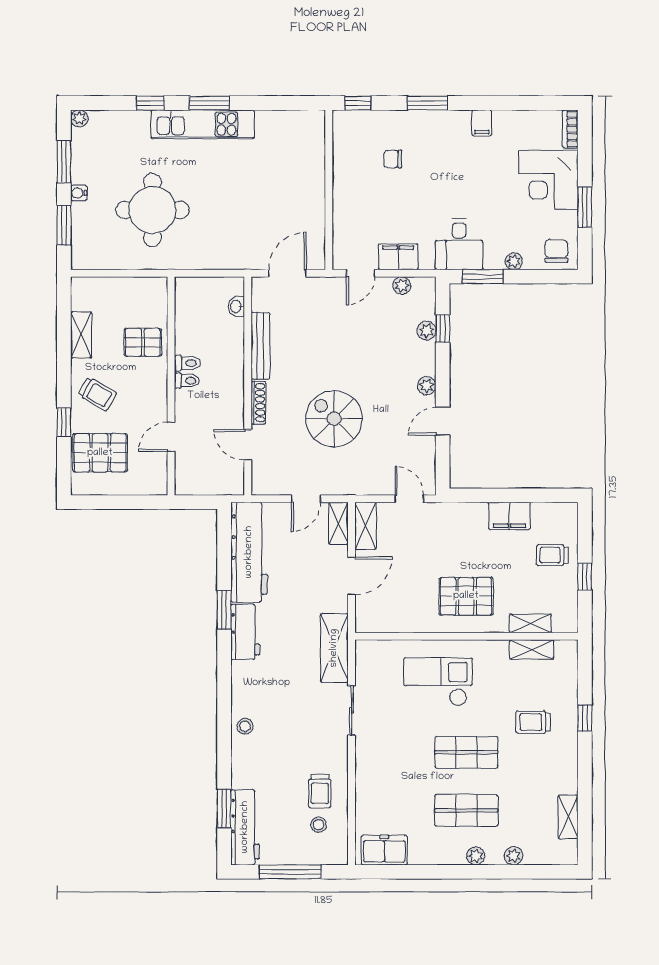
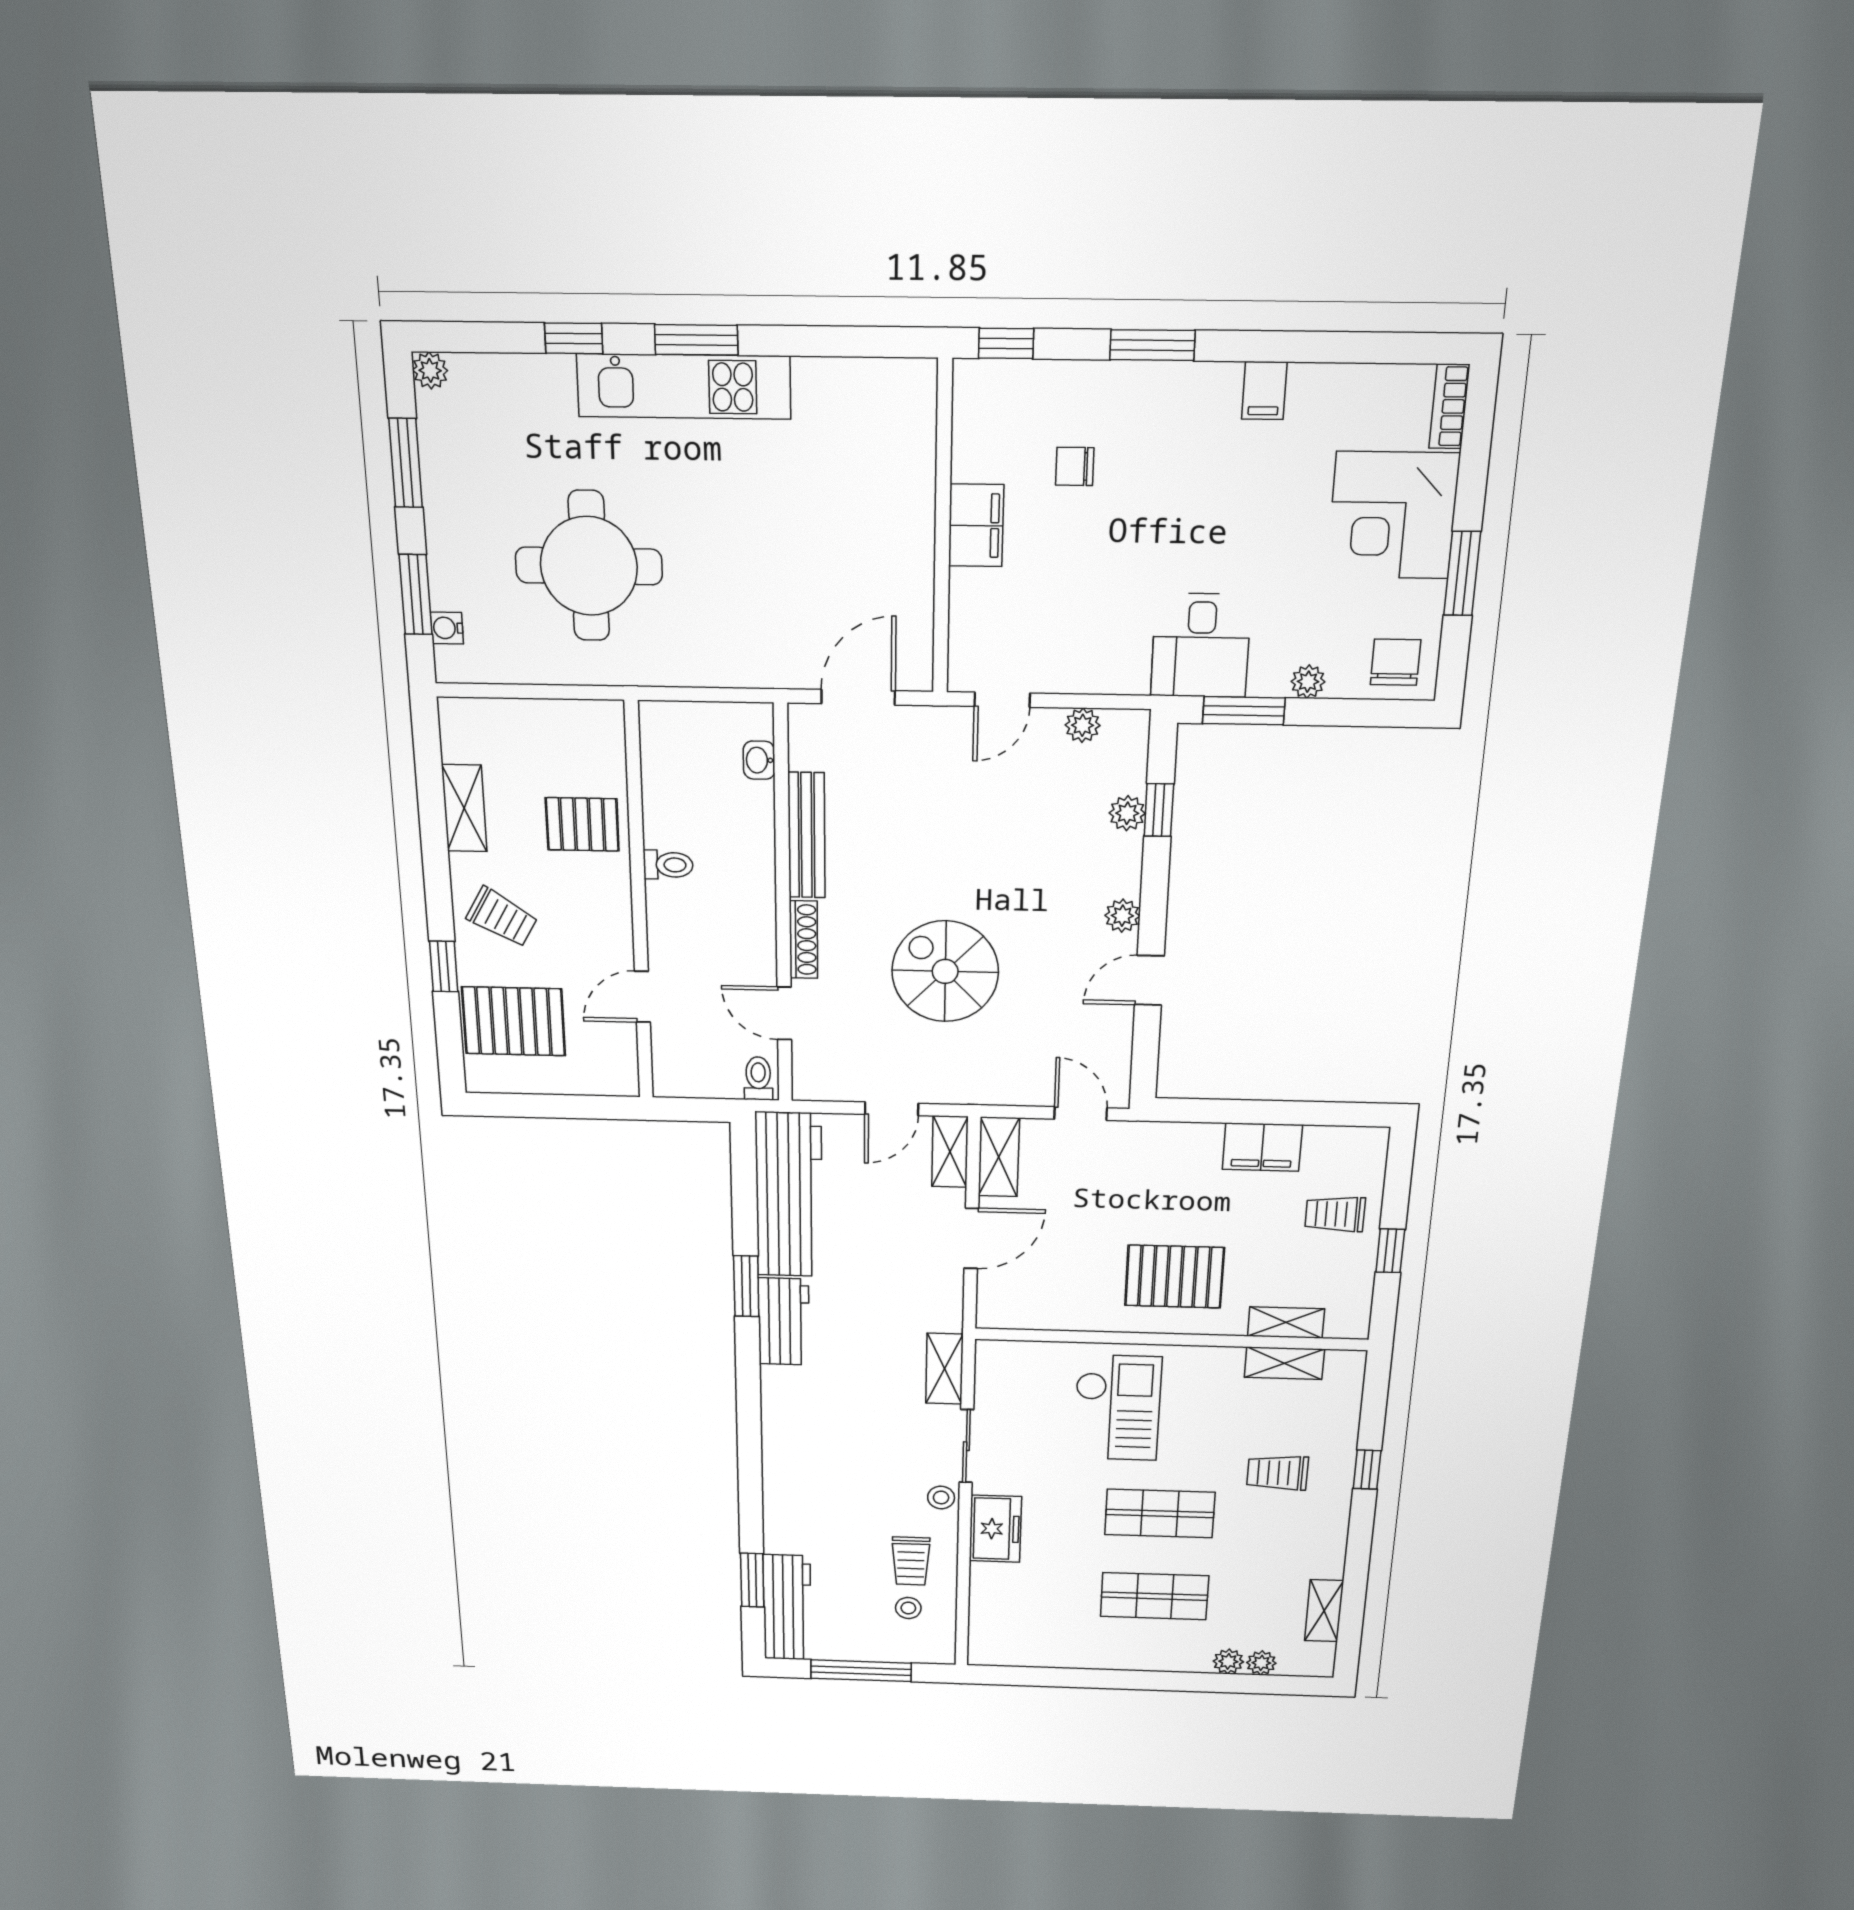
water cooler: (79, 193) -> (447, 628), moved
filing cabinet: (398, 257) -> (976, 525), moved, turned 90
toilet: (187, 381) -> (758, 1078), moved, turned -90
shelving: (334, 648) -> (944, 1369), width x0.67, depth x0.75
checkout: (438, 682) -> (1117, 1408), turned 90
stool: (245, 726) -> (941, 1497), moved
freezer: (384, 850) -> (995, 1529), moved, turned 90
plant: (476, 856) -> (1261, 1663), moved

